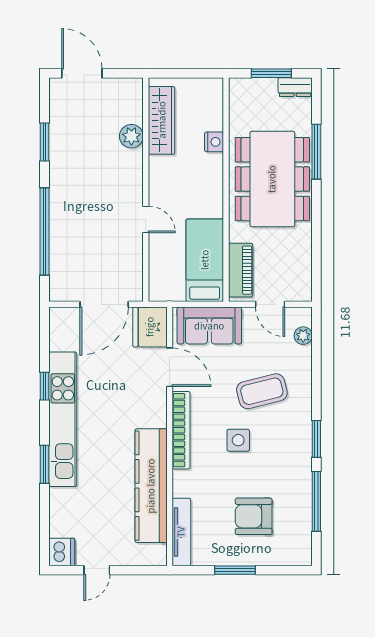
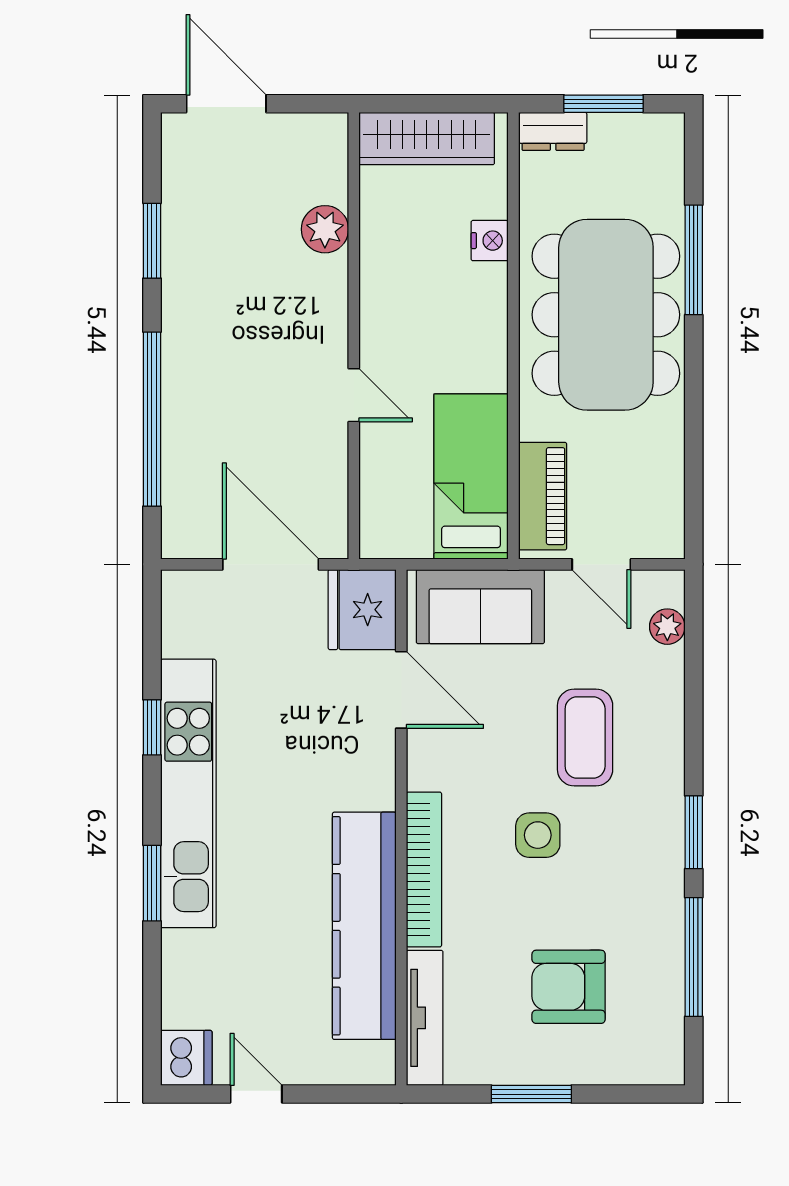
dresser: (295, 87) -> (553, 131), moved
wardrobe: (162, 120) -> (427, 139), moved, turned 90
door: (104, 304) -> (271, 564), swing flipped
coffee table: (262, 391) -> (585, 737), turned -76
bookcase: (181, 430) -> (424, 870), moved
door: (97, 570) -> (256, 1094), swing flipped

